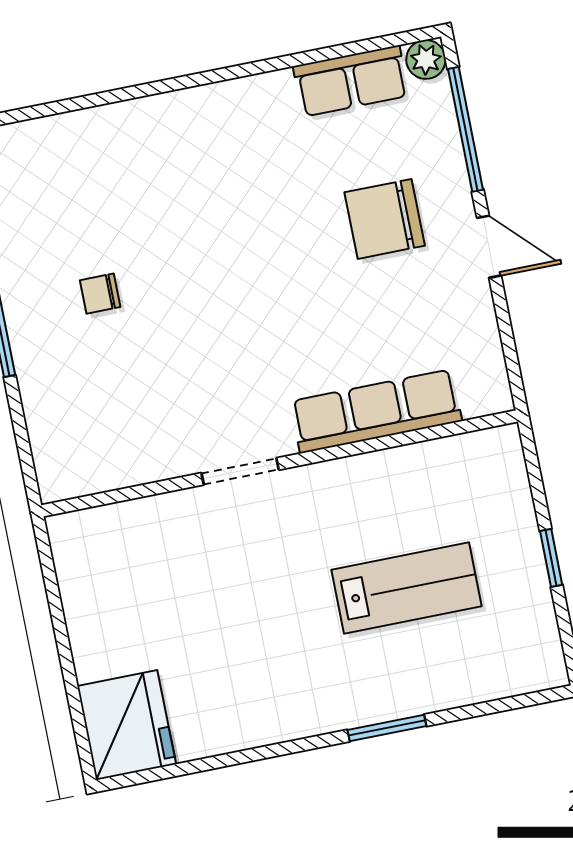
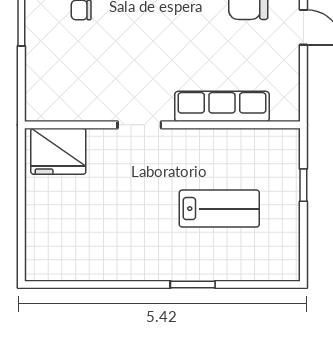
window: (551, 558) -> (303, 185), moved
fridge: (127, 725) -> (58, 151), moved, turned 90

